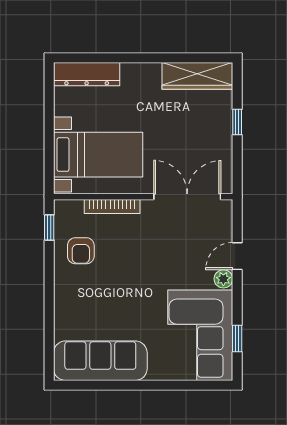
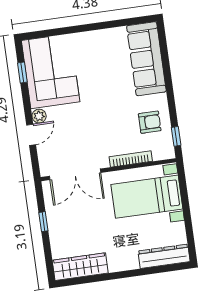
window: (237, 122) -> (43, 222), moved
armchair: (81, 251) -> (150, 122), turned 90
sofa: (100, 361) -> (146, 59), moved, turned 90

